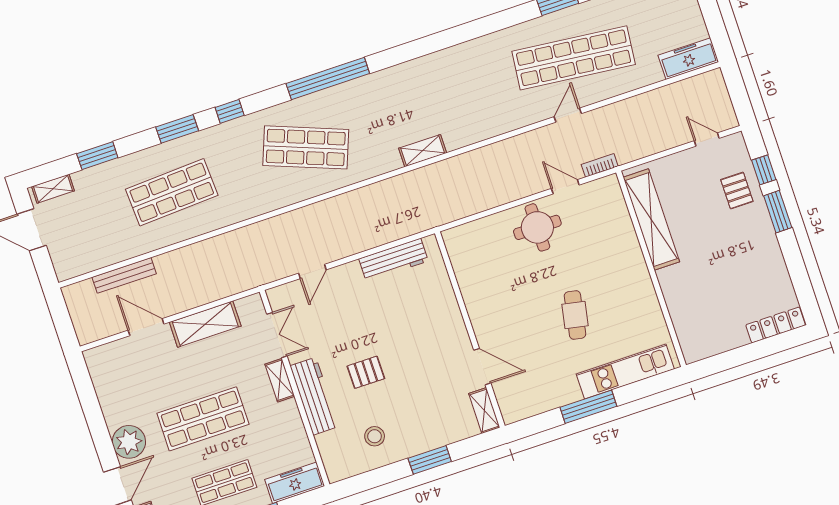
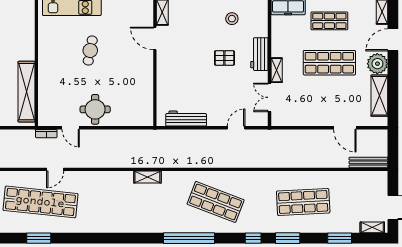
bench: (124, 275) -> (368, 162), moved
shelving: (205, 324) -> (379, 96), moved, turned 90
workbench: (314, 396) -> (259, 54), width x0.73

